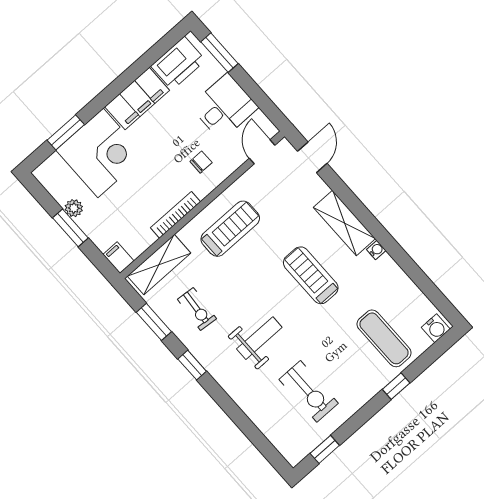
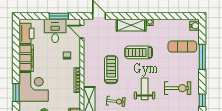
window: (219, 53) -> (59, 16), moved
treadmill: (230, 229) -> (111, 70), moved
window: (396, 386) -> (202, 57), width x2.17

